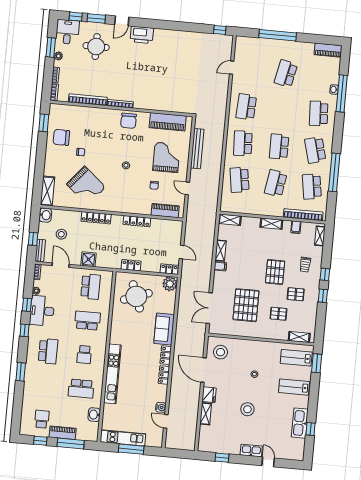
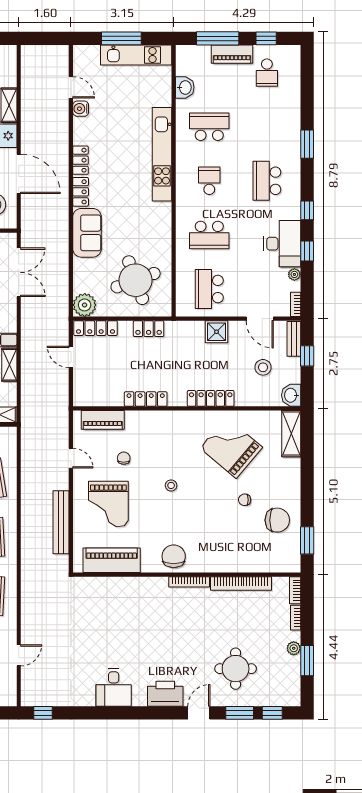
desk: (67, 32) -> (114, 688), moved
locker: (169, 269) -> (95, 328), width x1.53

